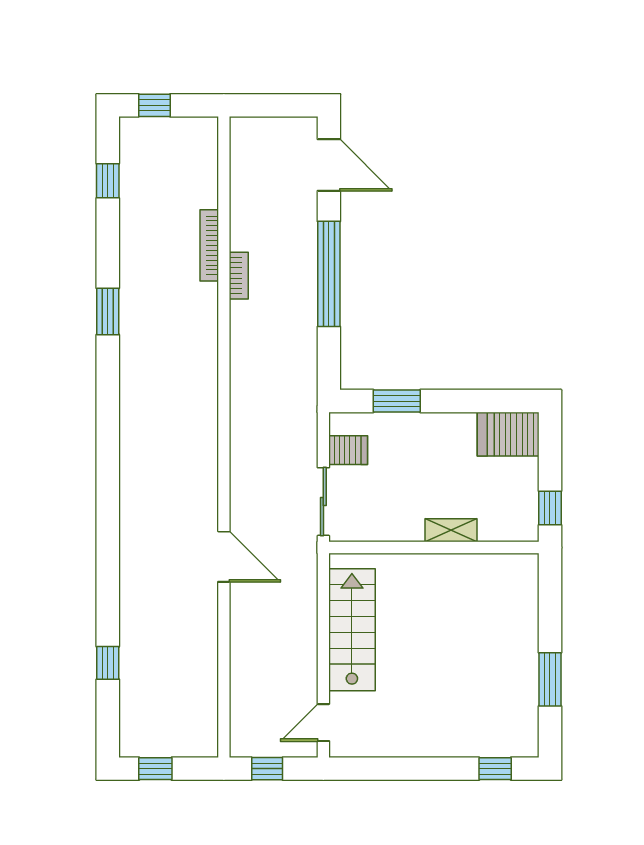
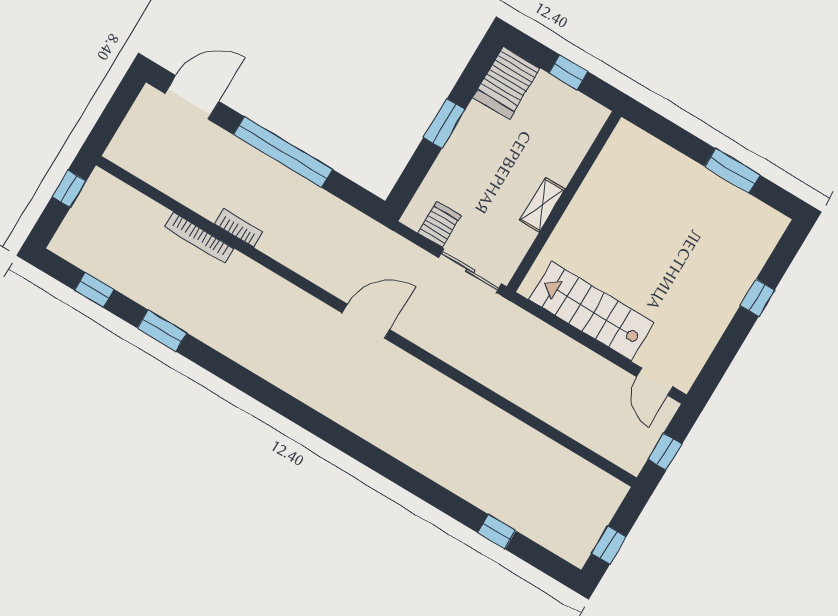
window: (154, 105) -> (69, 189), moved
window: (108, 311) -> (162, 331), moved
window: (397, 401) -> (444, 124), moved
window: (550, 508) -> (568, 72), moved
shelving: (451, 530) -> (542, 205), moved
door: (224, 557) -> (366, 321), moved
window: (495, 769) -> (757, 298), moved

